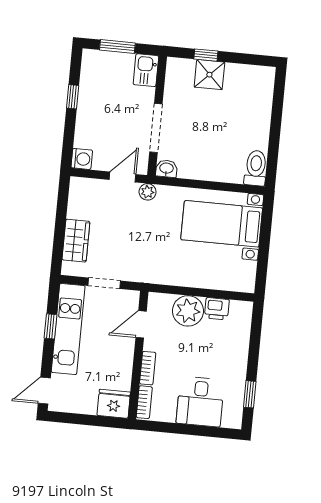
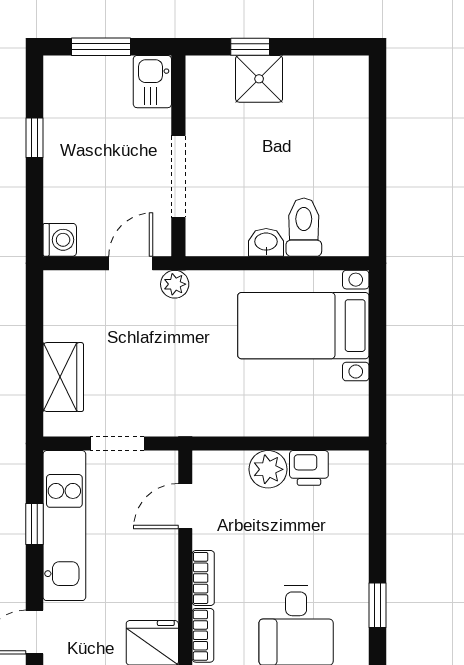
toilet: (256, 168) -> (304, 227), moved
washbasin: (166, 169) -> (266, 242), moved
plant: (188, 311) -> (268, 469), width x0.73, depth x0.73

